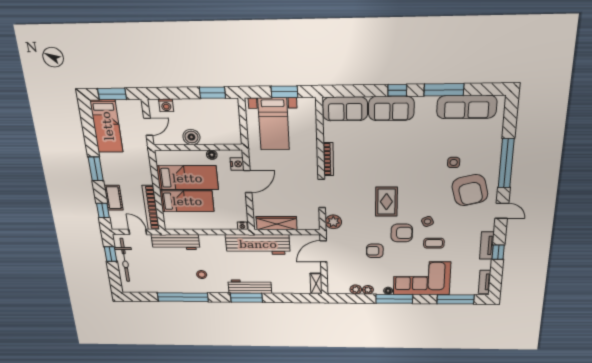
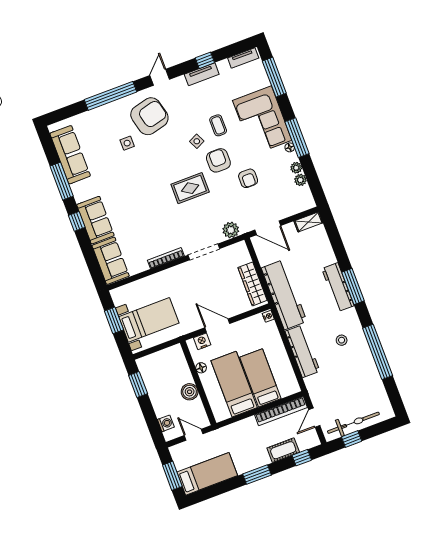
workbench: (176, 242) -> (302, 351), moved

